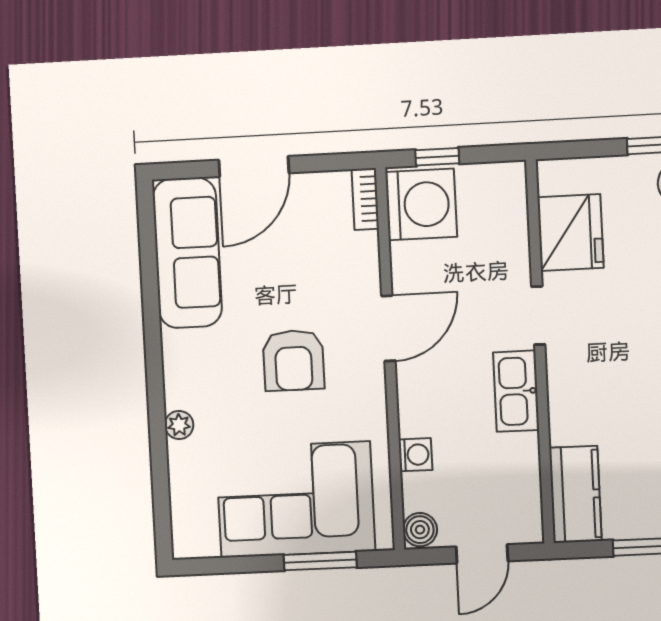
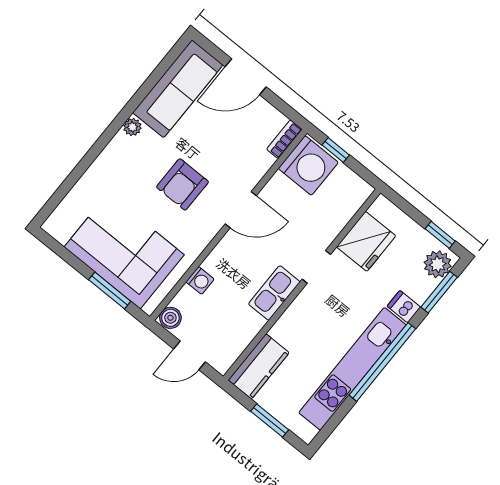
plant: (179, 425) -> (132, 127), moved

